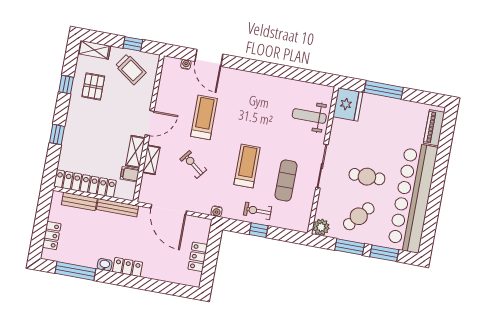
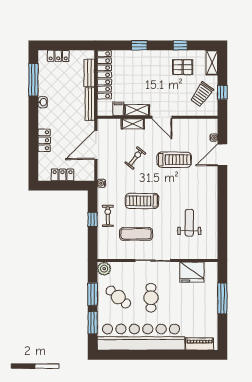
fridge: (348, 104) -> (192, 272), moved
weight bench: (309, 116) -> (189, 223), moved
treadmill: (247, 166) -> (142, 201), turned 180
locker: (128, 267) -> (44, 140), moved

